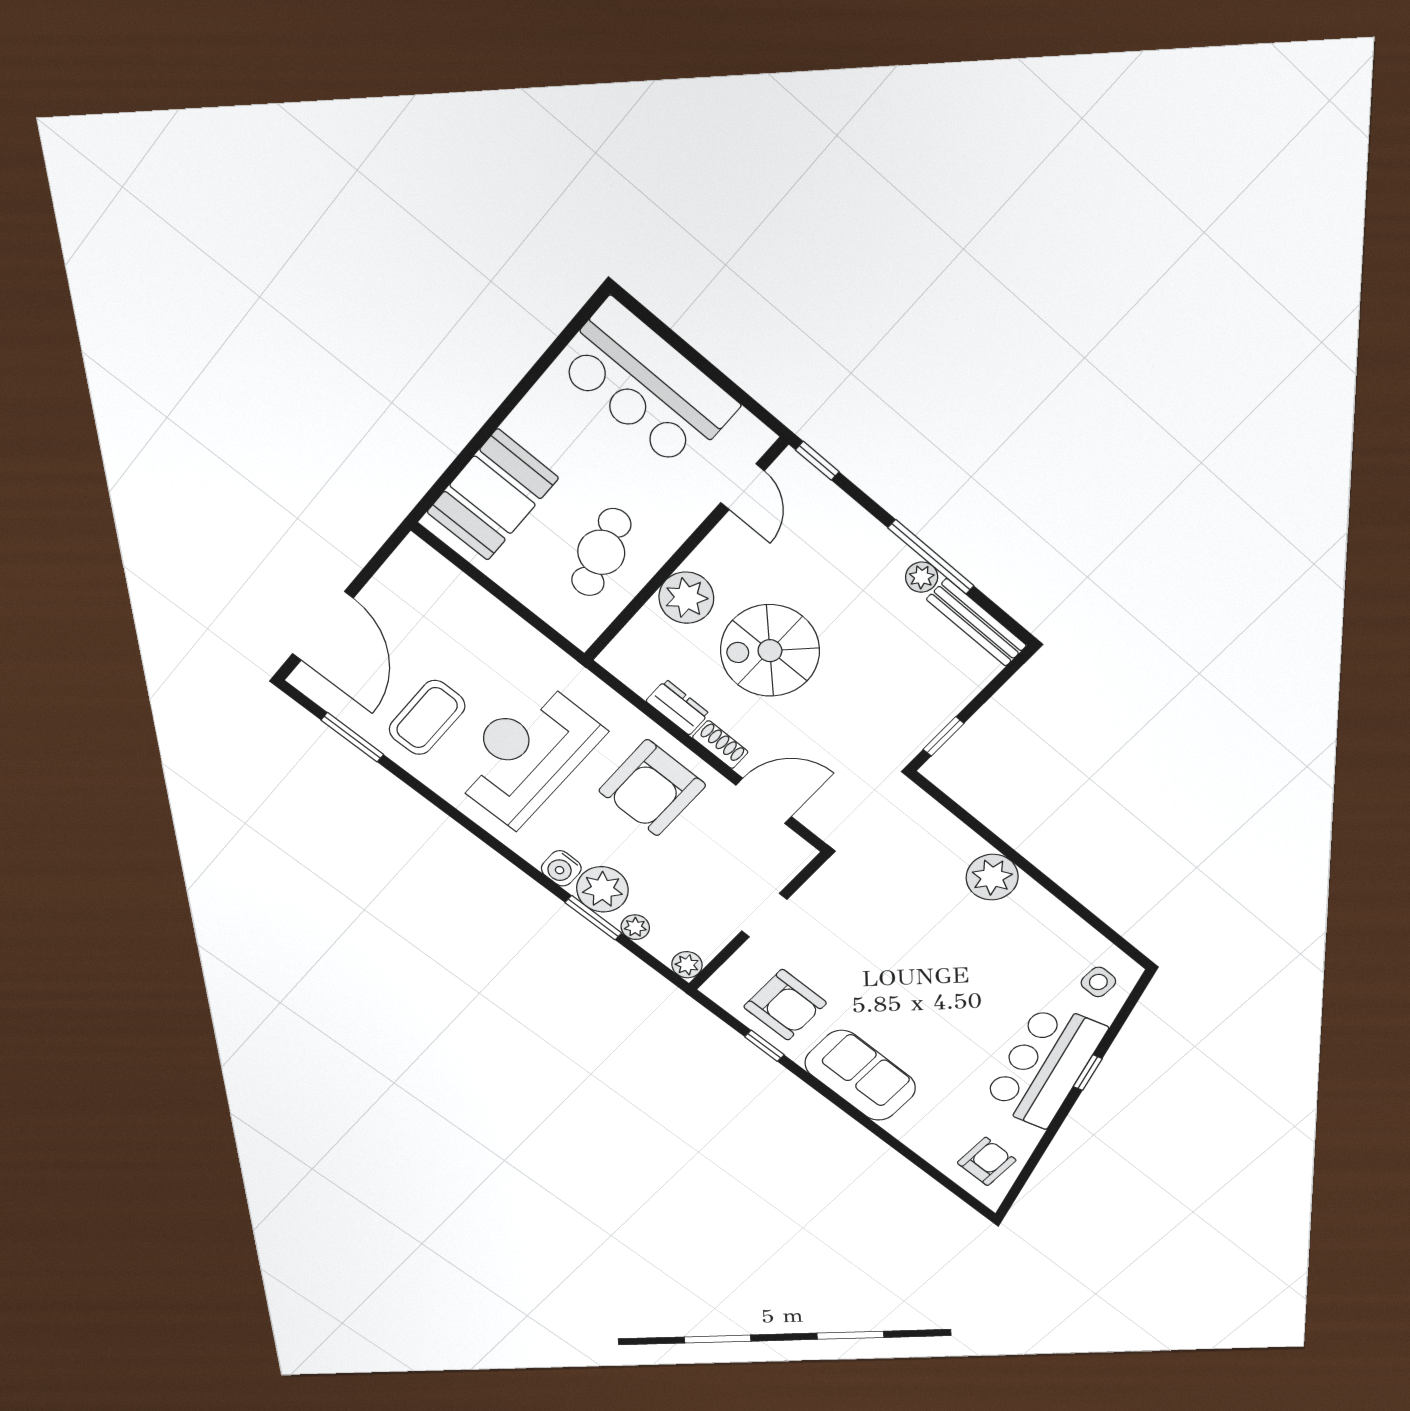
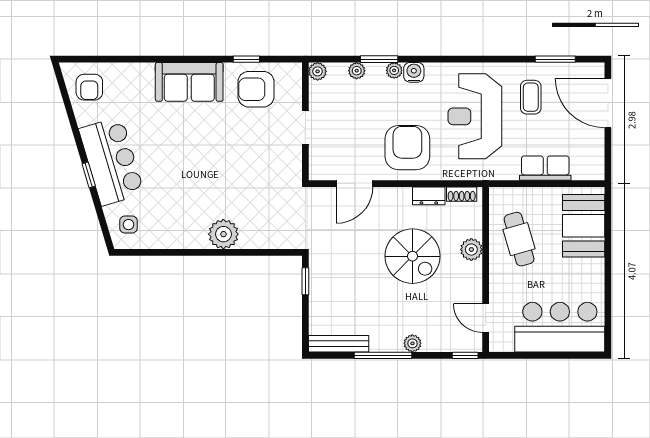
plant: (922, 577) -> (412, 343), moved
plant: (686, 598) -> (471, 250), width x0.73, depth x0.73
row of seats: (483, 614) -> (545, 168), added
spiral stairs: (770, 651) -> (412, 256), turned 90
coffee table: (427, 718) -> (531, 97), width x0.73, depth x0.77
shoe rack: (720, 745) -> (462, 194), moved
reception desk: (526, 754) -> (475, 116), turned 180
plant: (602, 889) -> (394, 70), width x0.53, depth x0.53

